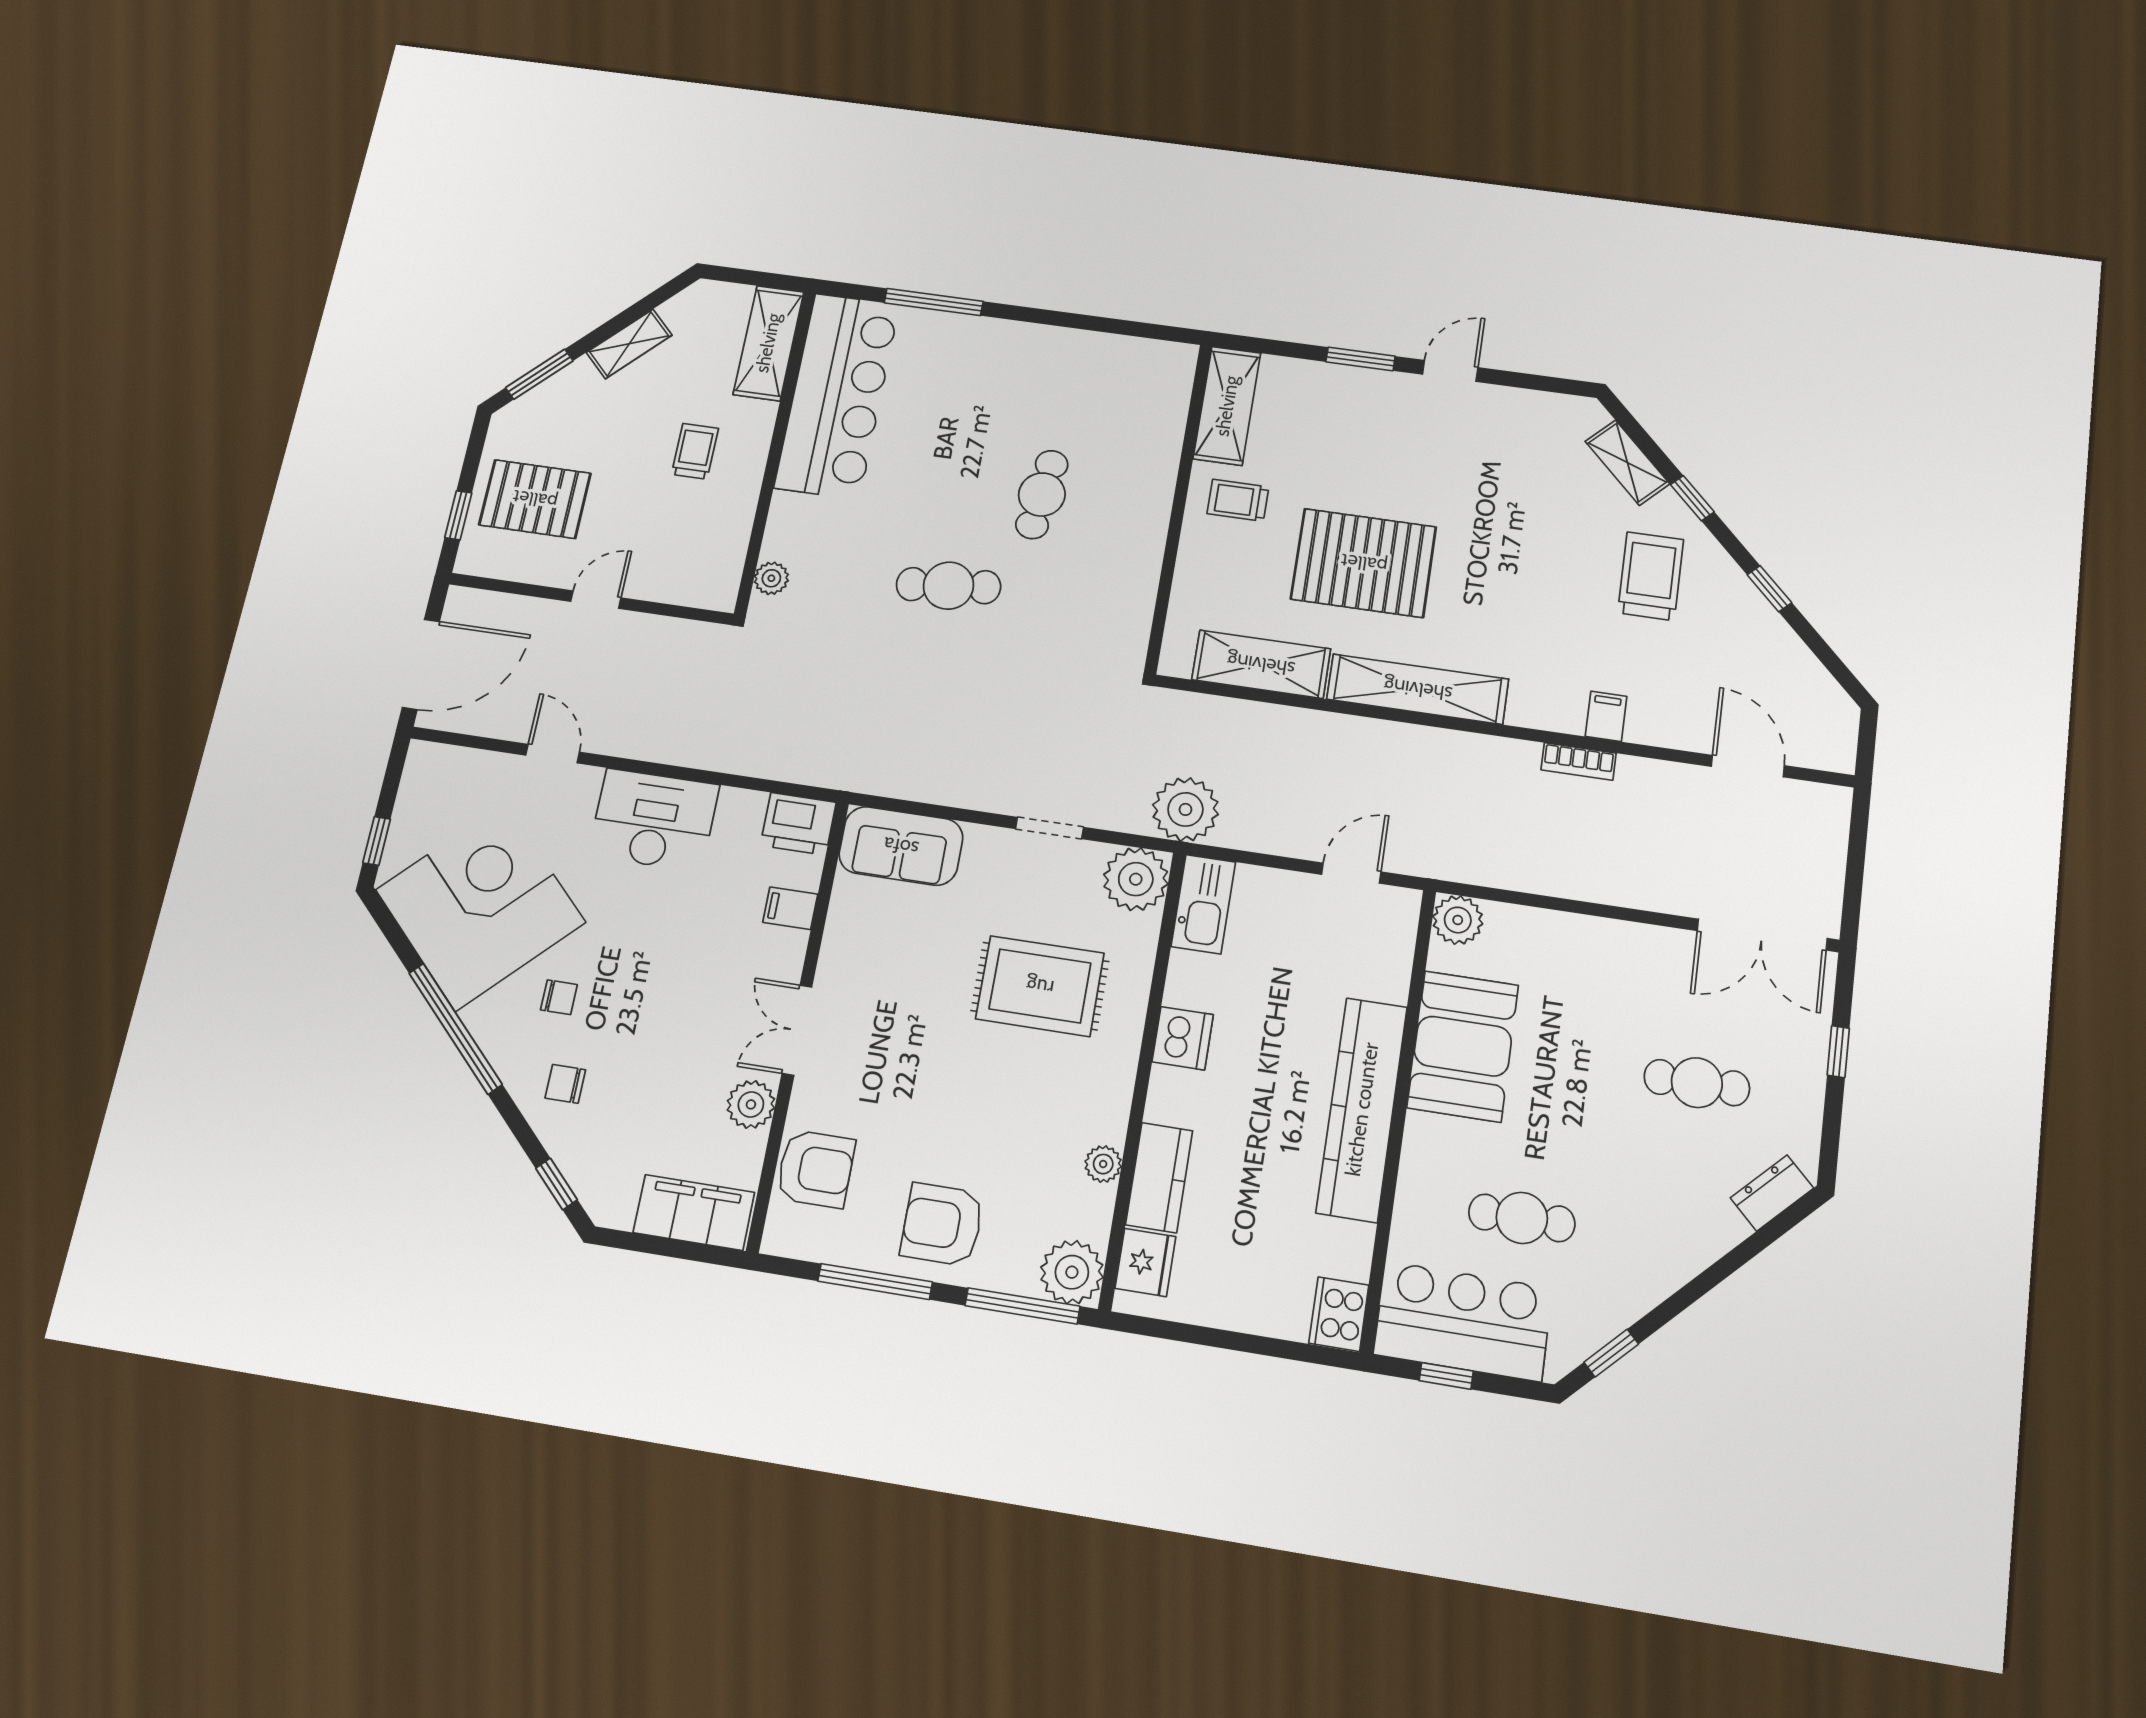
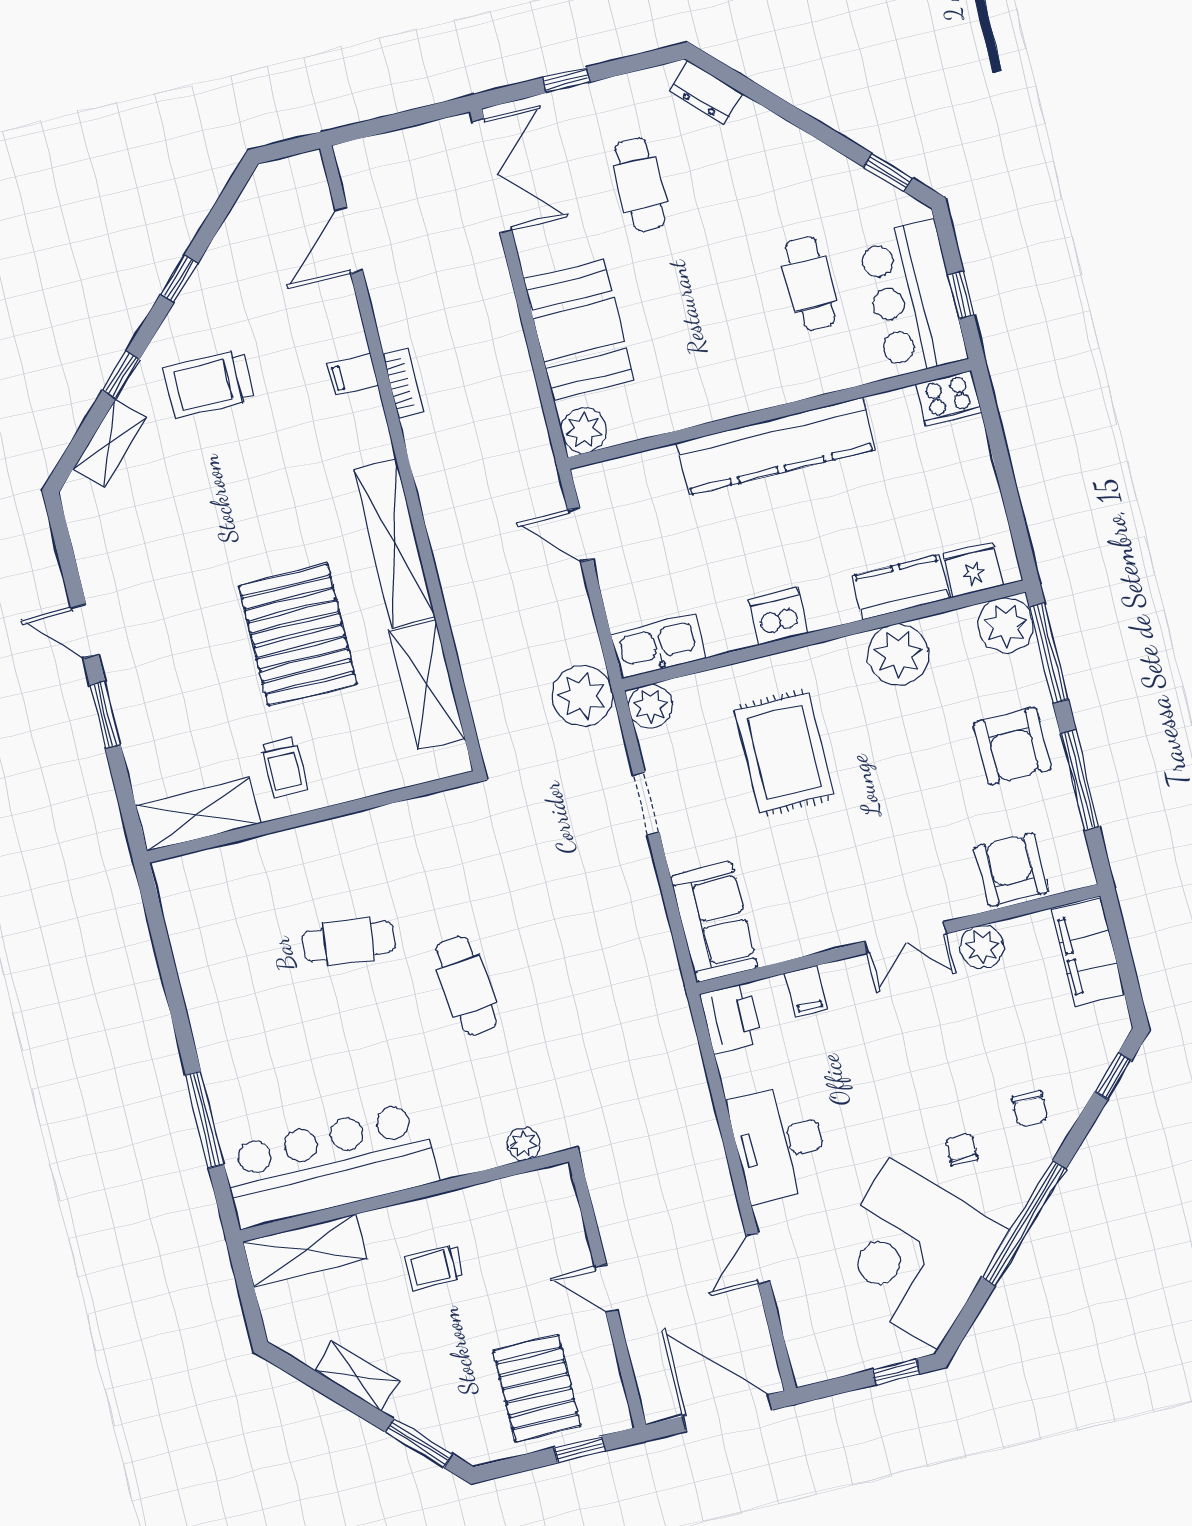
plant: (1136, 879) -> (651, 706), width x0.73, depth x0.73
booth: (1463, 1046) -> (579, 330), moved, turned 90
plant: (1103, 1164) -> (898, 654), width x1.87, depth x1.87

